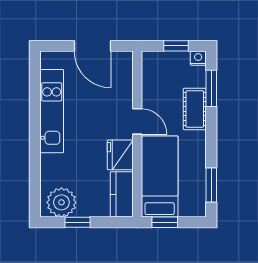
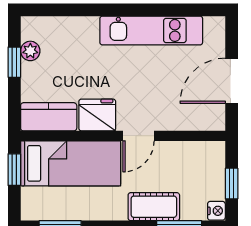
plant: (61, 202) -> (30, 51), width x0.53, depth x0.53

